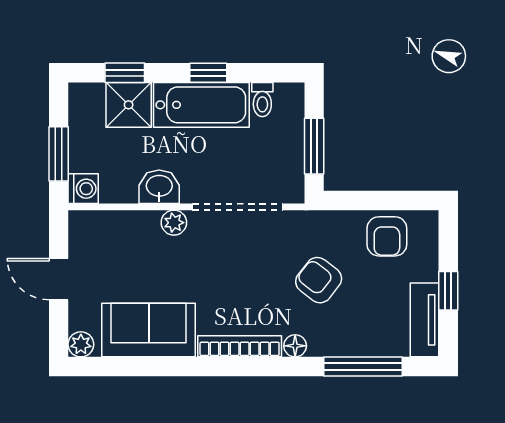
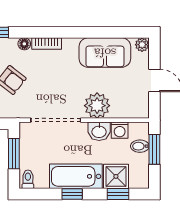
toilet: (262, 100) -> (28, 179), moved
bidet: (85, 160) -> (140, 146), added
washing machine: (83, 189) -> (120, 130), moved, turned -90
plant: (174, 223) -> (97, 106), width x1.88, depth x1.88
bookcase: (240, 346) -> (47, 44), width x0.64

